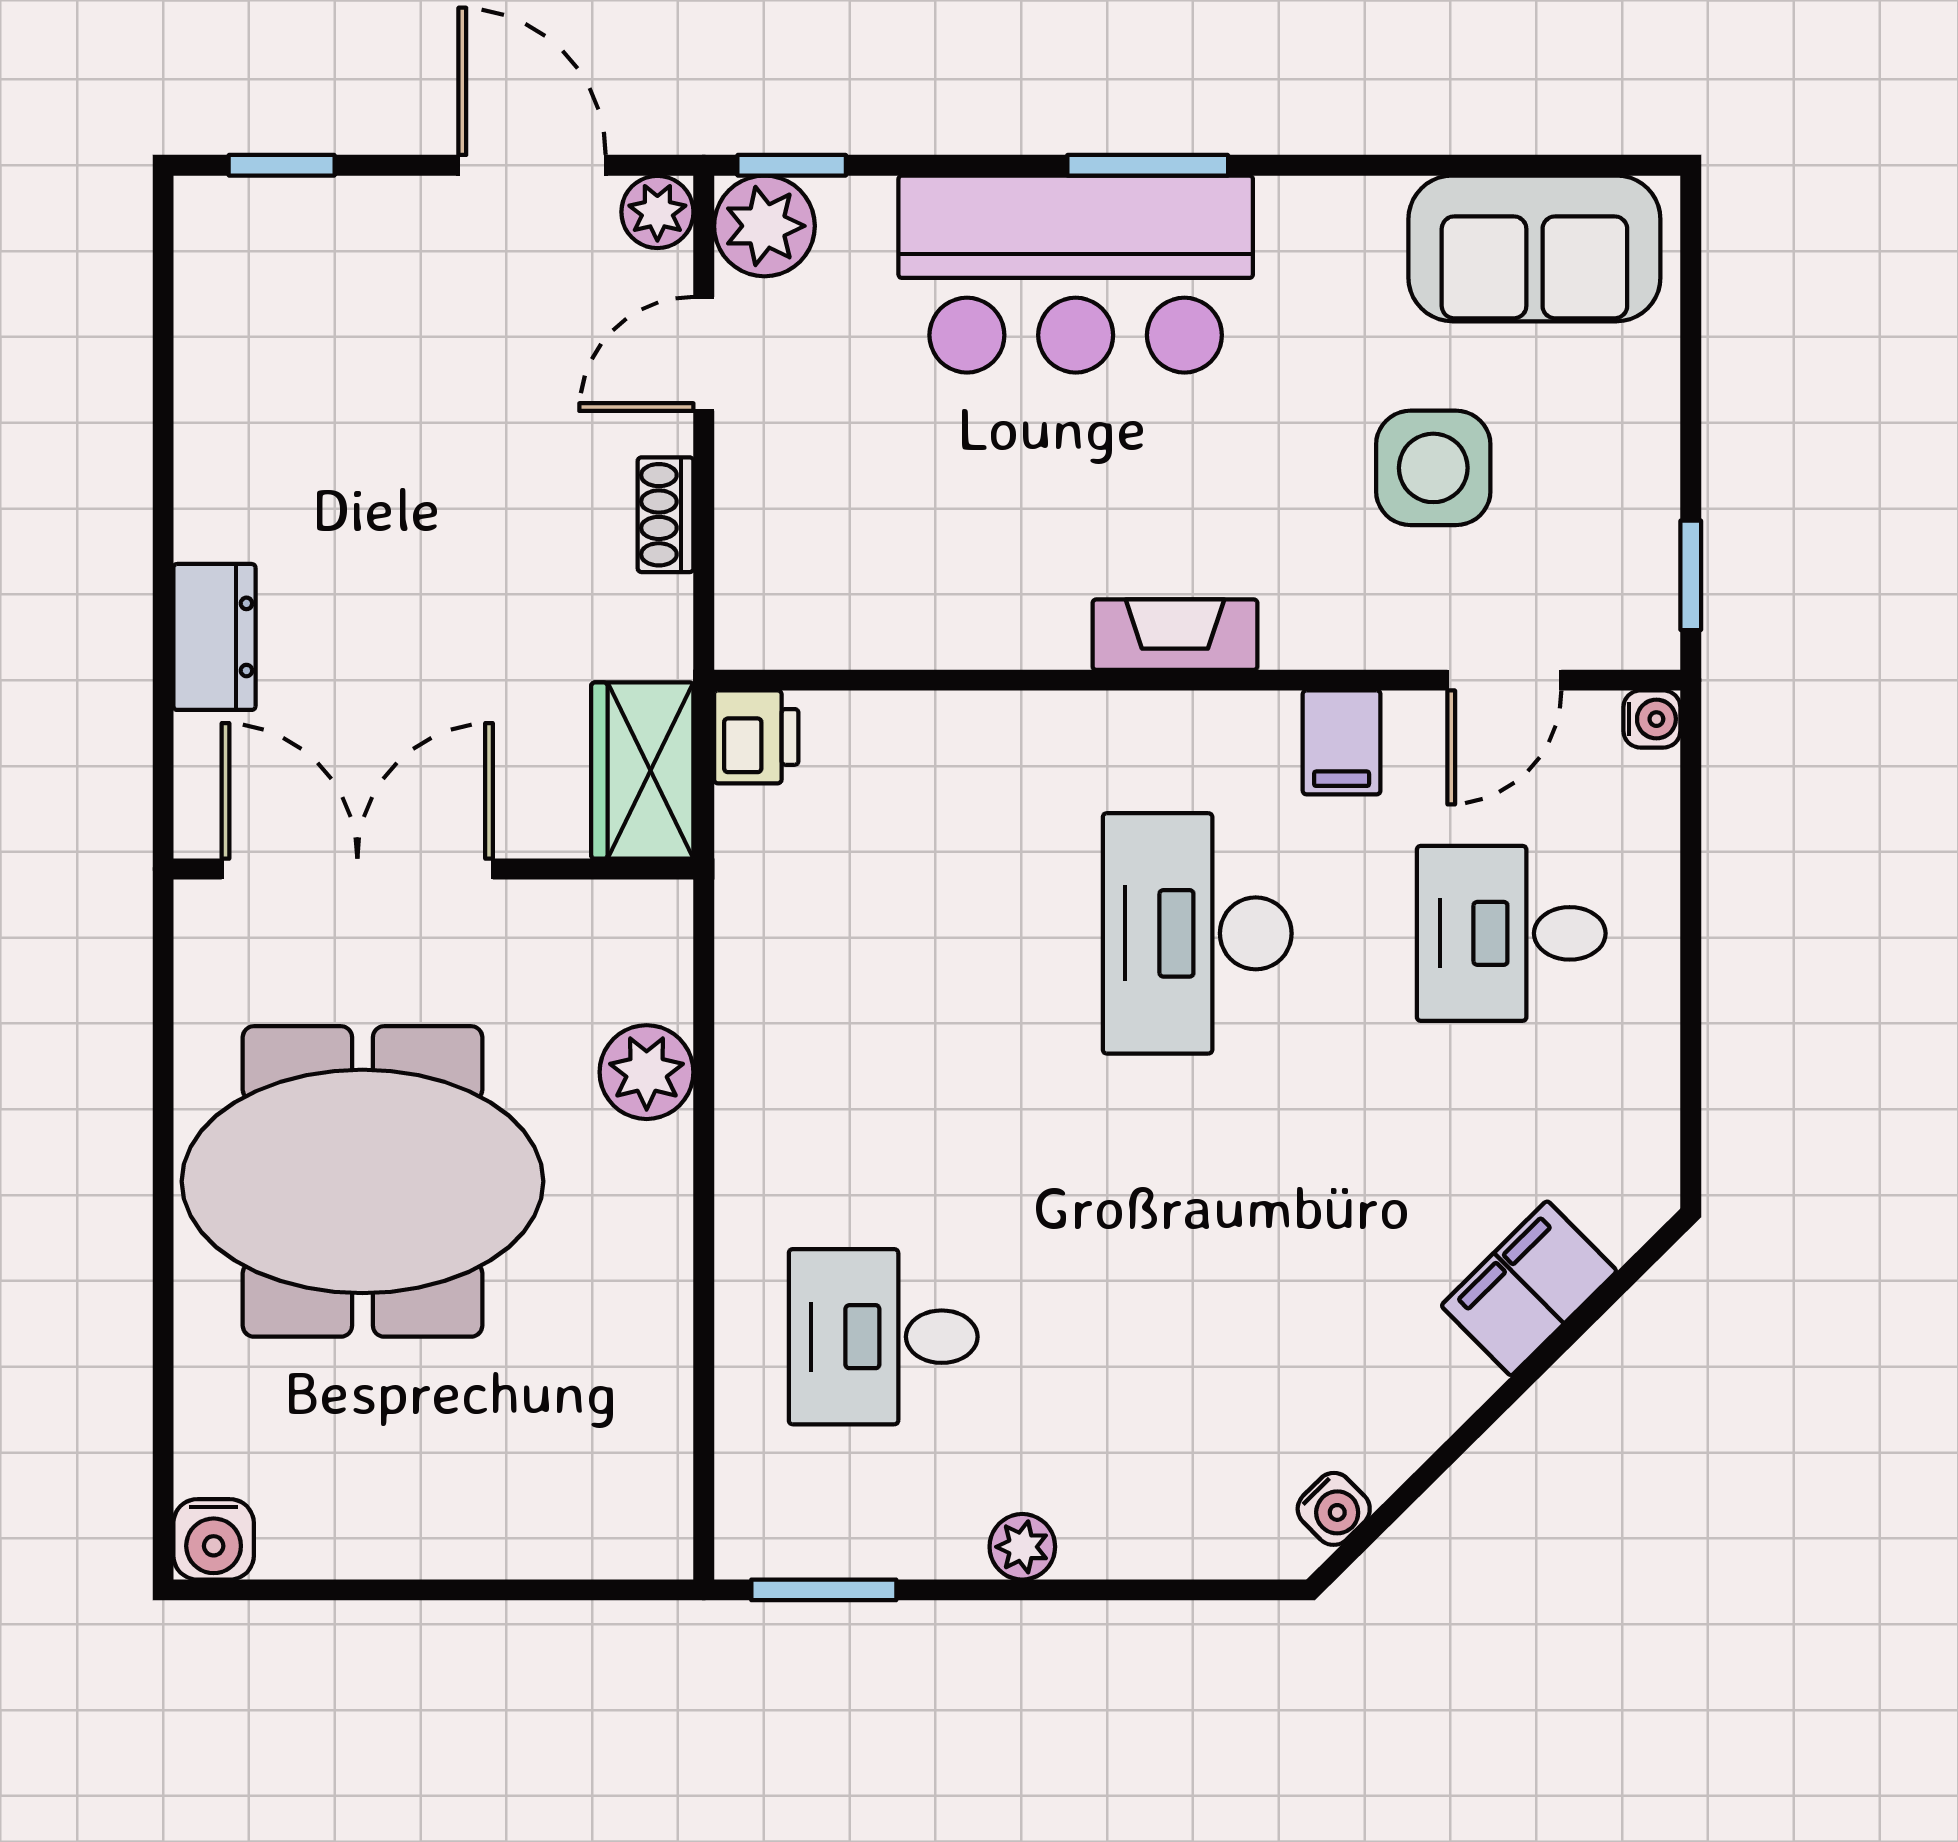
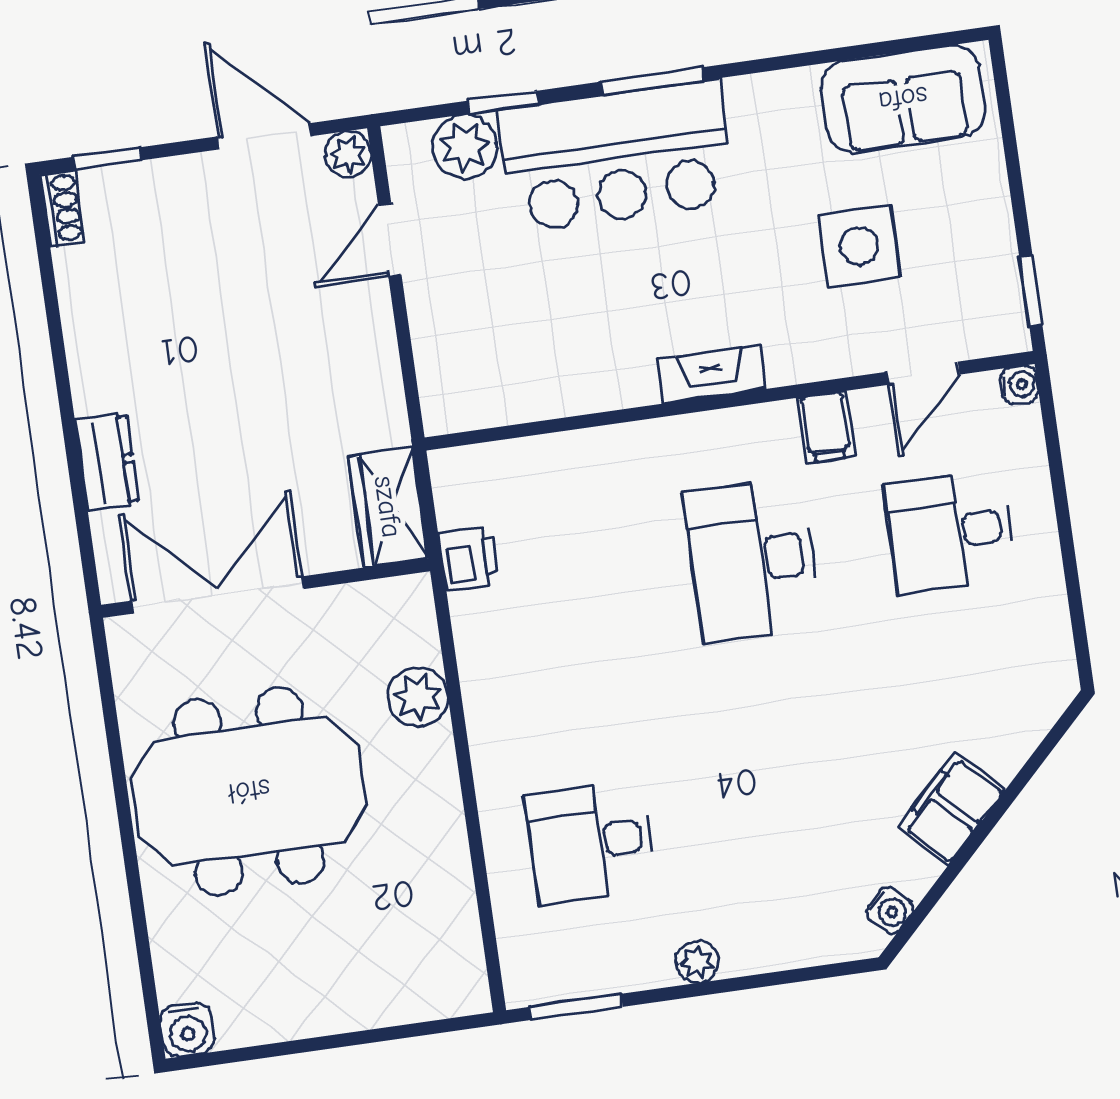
window: (792, 165) -> (503, 102), moved
plant: (764, 226) -> (465, 147), moved
shoe rack: (666, 515) -> (62, 208), moved, turned 180
printer: (756, 737) -> (469, 558), moved
filing cabinet: (1529, 1288) -> (951, 809), moved

